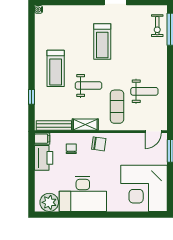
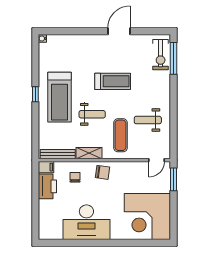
exercise bike: (157, 26) -> (161, 55), width x1.38, depth x1.39
treadmill: (102, 41) -> (113, 81), moved, turned -90
treadmill: (56, 68) -> (59, 97), width x1.37, depth x1.38
weight bench: (144, 91) -> (148, 120), turned 180
window: (31, 97) -> (35, 94), moved
plant: (49, 202) -> (53, 231), removed

